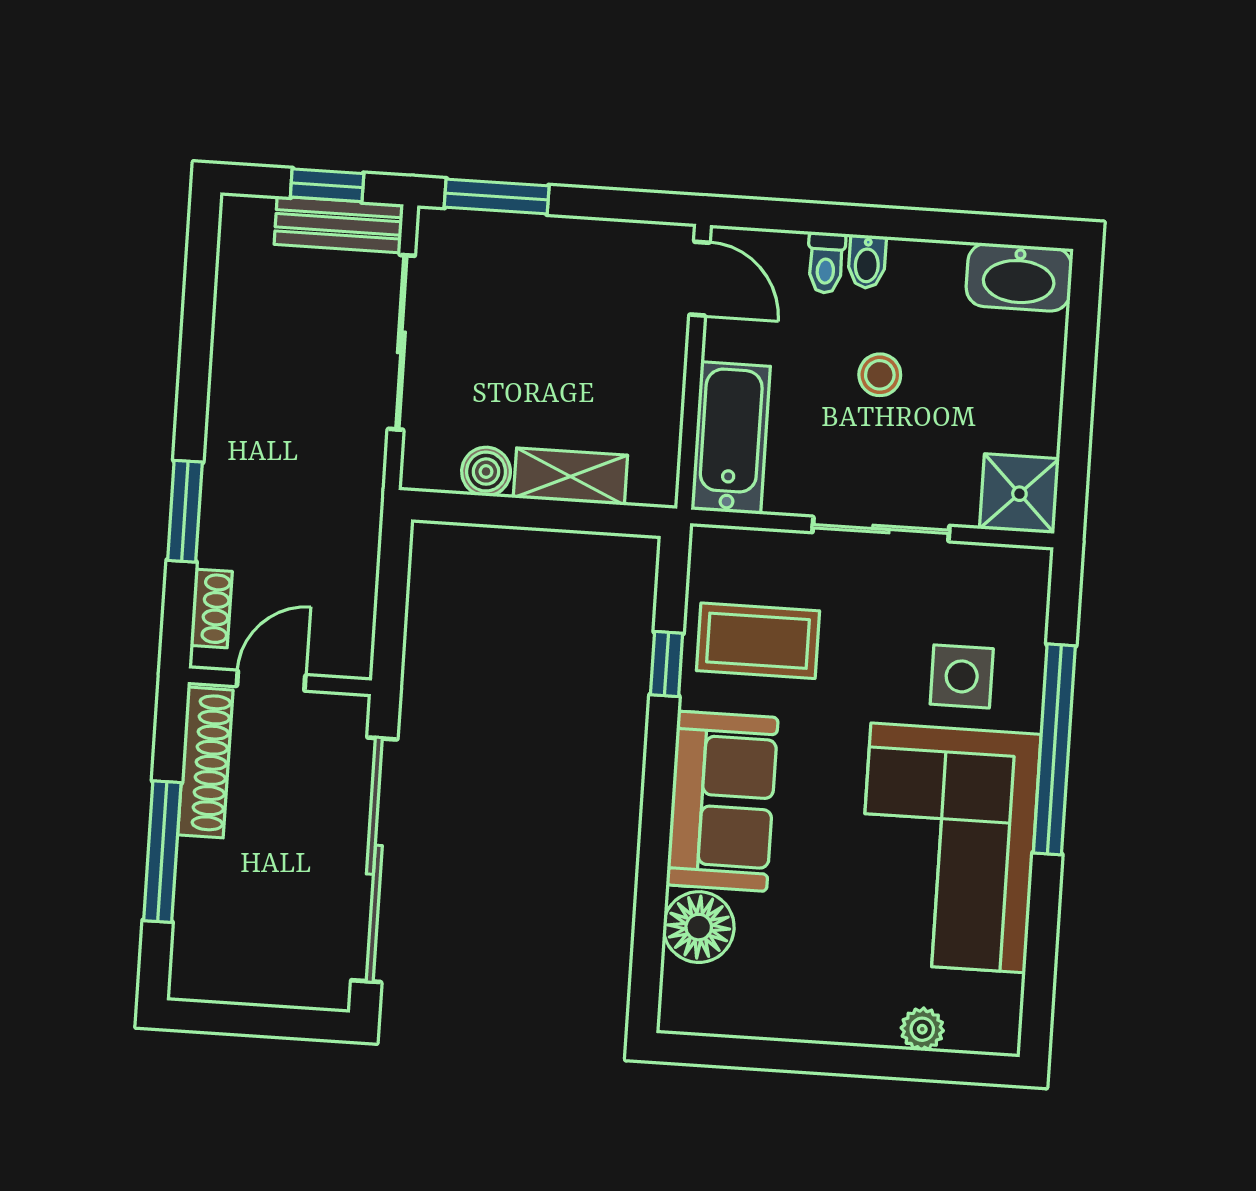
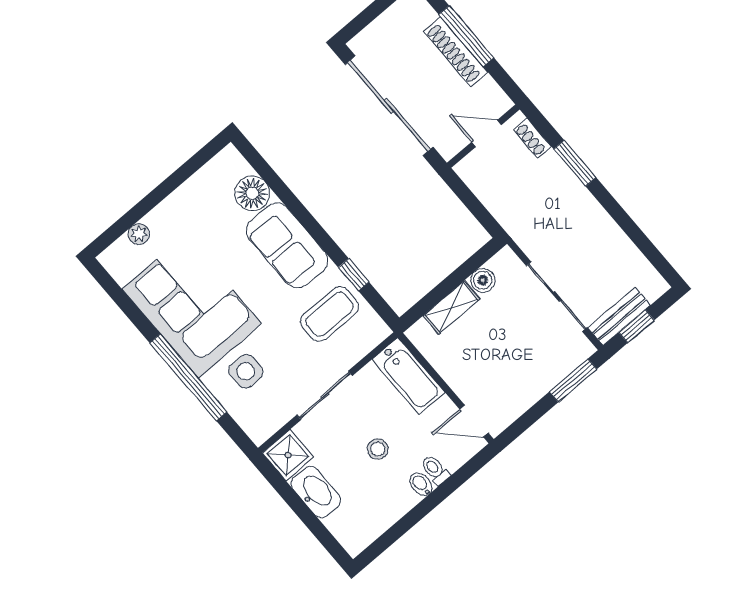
washbasin: (1019, 277) -> (316, 492), moved, turned 90
door: (271, 681) -> (487, 133), swing flipped
shoe rack: (205, 762) -> (456, 52), moved

